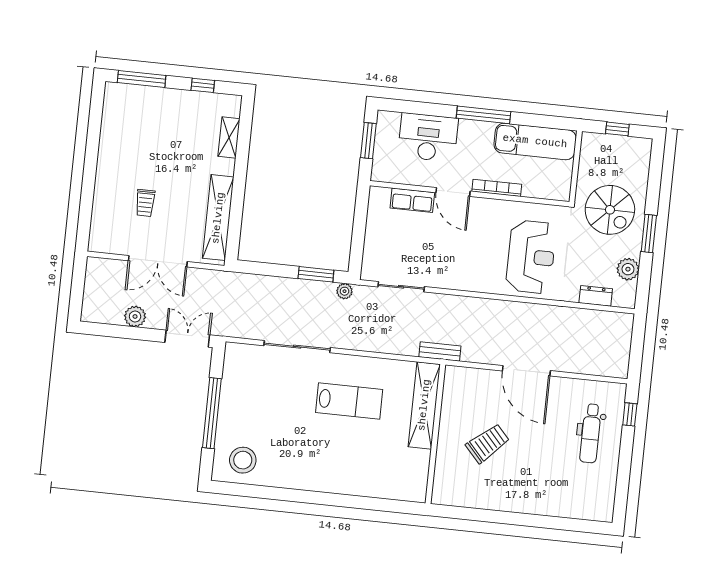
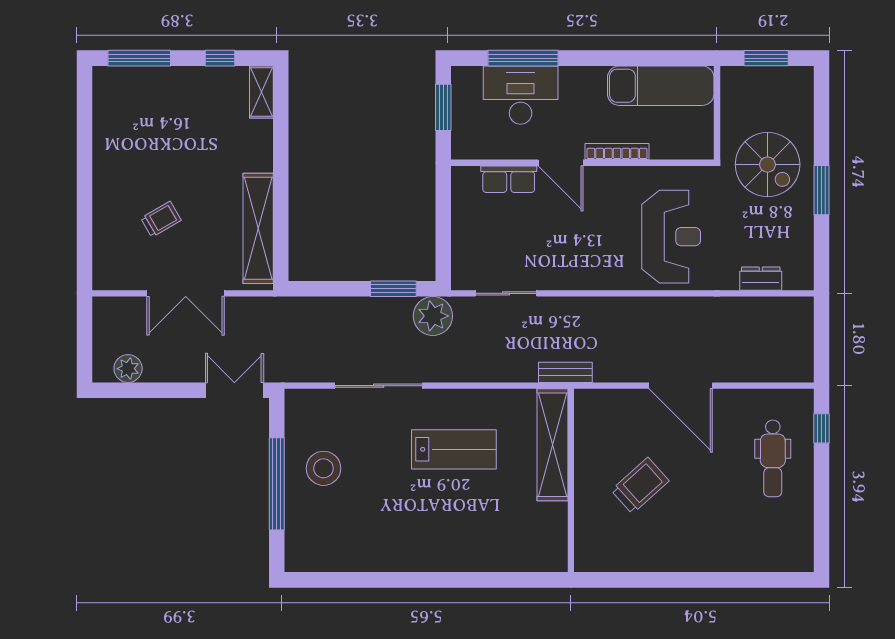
window: (483, 115) -> (523, 58), moved
window: (617, 129) -> (766, 58), width x1.50
shelving: (229, 138) -> (261, 92), moved
trolley: (145, 203) -> (161, 219), turned -120
plant: (628, 269) -> (799, 239), removed
plant: (345, 291) -> (433, 316), width x1.88, depth x1.88
plant: (135, 316) -> (128, 369), moved
stool: (243, 460) -> (323, 468), moved

